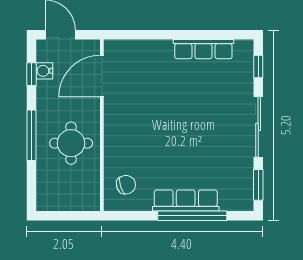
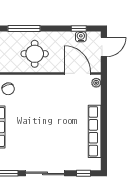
plant: (116, 47) -> (96, 83), added
row of seats: (203, 49) -> (95, 131), width x1.36
window: (31, 135) -> (24, 29), moved

